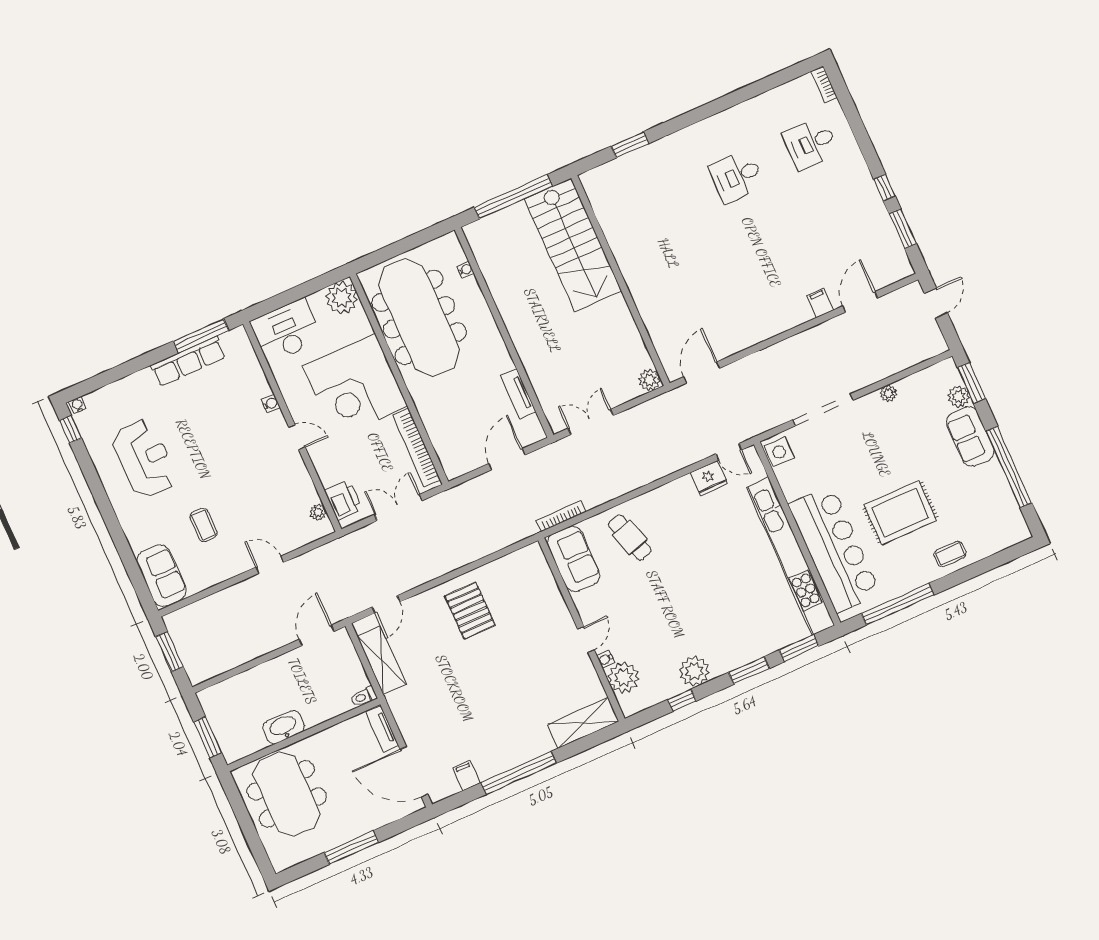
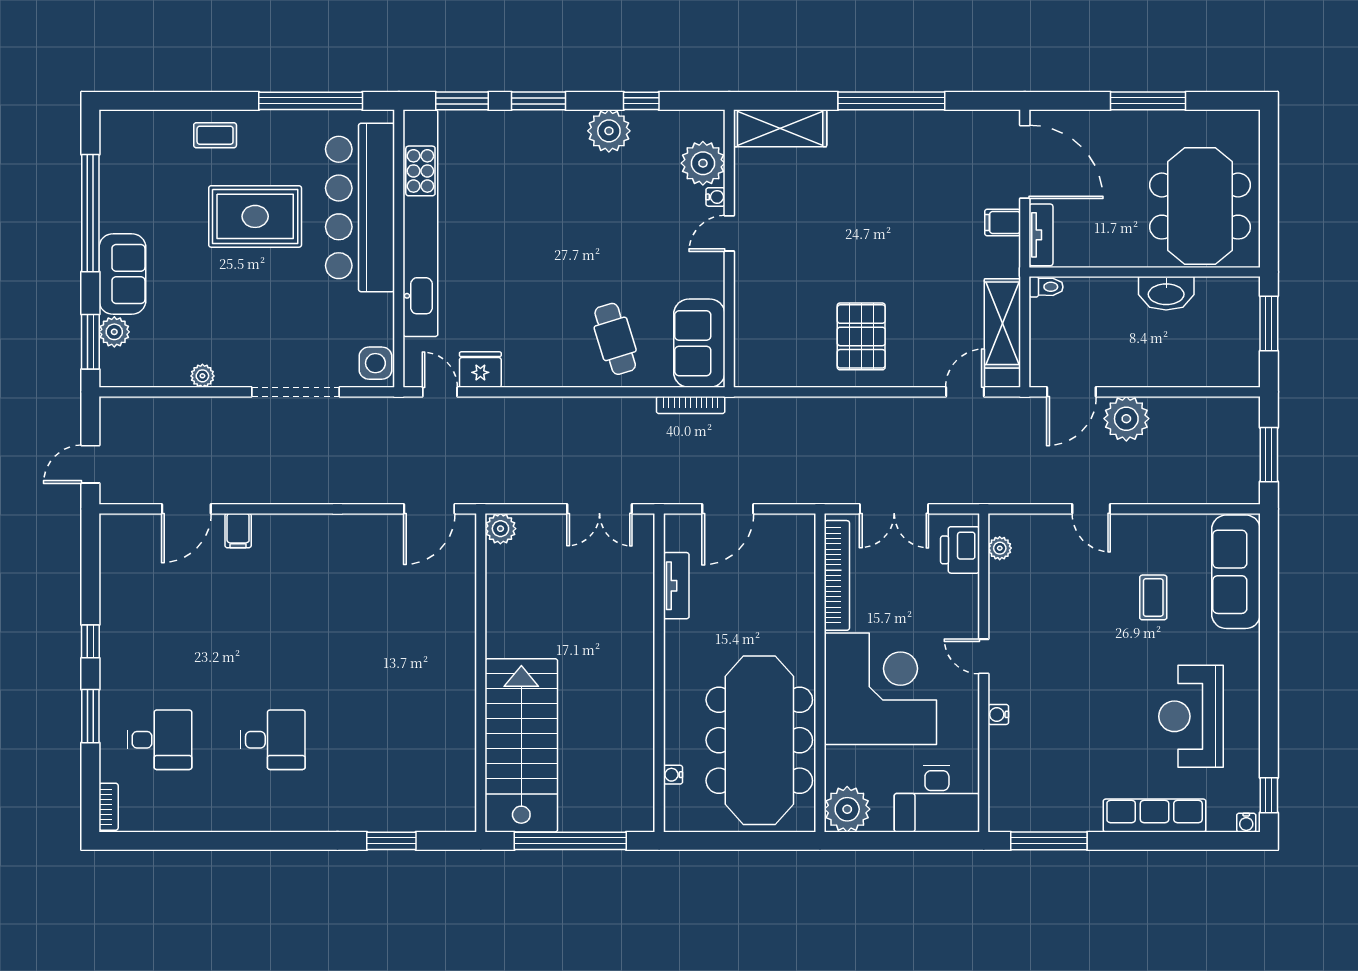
window: (903, 229) -> (90, 716), moved
row of seats: (188, 361) -> (1155, 815), moved
sofa: (161, 576) -> (1236, 572), width x1.36
plant: (273, 634) -> (1126, 419), added
filing cabinet: (466, 775) -> (1003, 223), moved, turned 90

